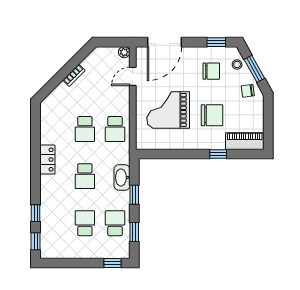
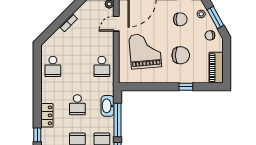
grand piano: (168, 110) -> (145, 51), turned 85
school desk: (85, 129) -> (53, 66), moved
piano: (245, 141) -> (216, 68), moved, turned -90
locker: (47, 160) -> (47, 115), moved
window: (134, 195) -> (118, 120), width x2.17

